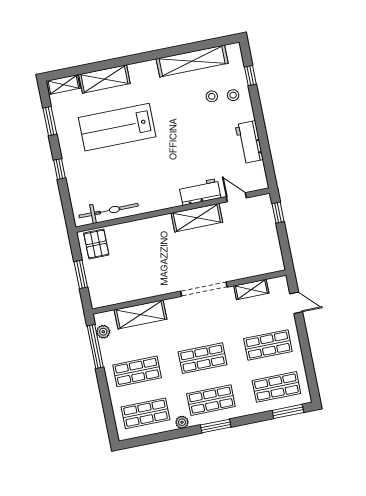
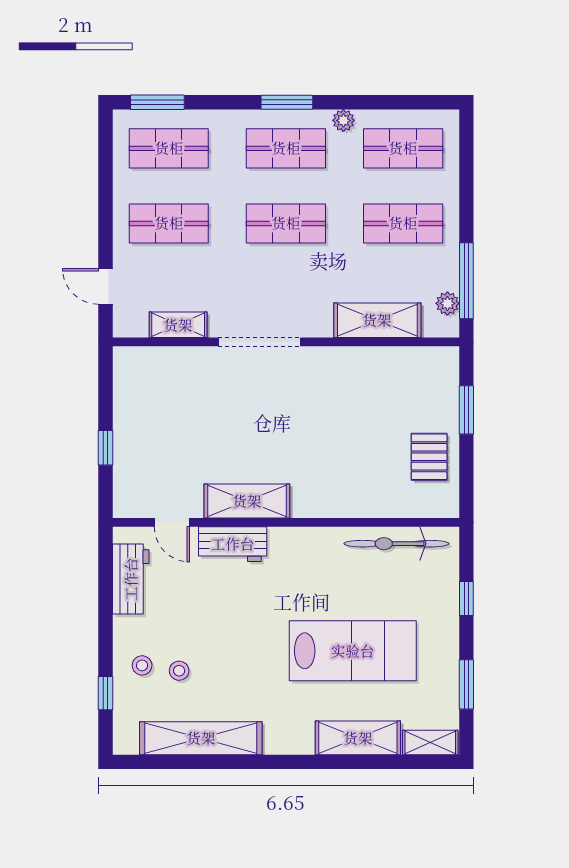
workbench: (200, 192) -> (233, 544), moved
door: (236, 197) -> (172, 522), moved
wall: (173, 210) -> (286, 522), moved
bicycle: (109, 211) -> (396, 544), moved
shelving: (197, 218) -> (247, 501), moved

